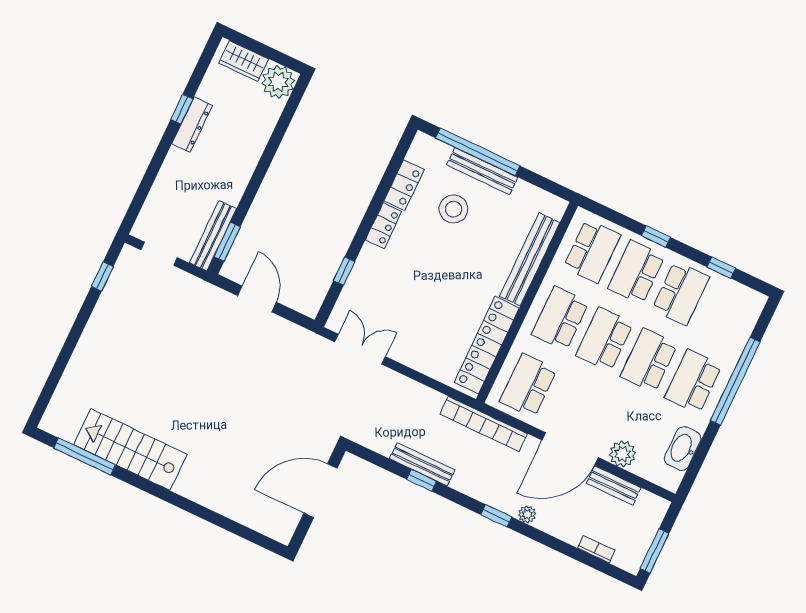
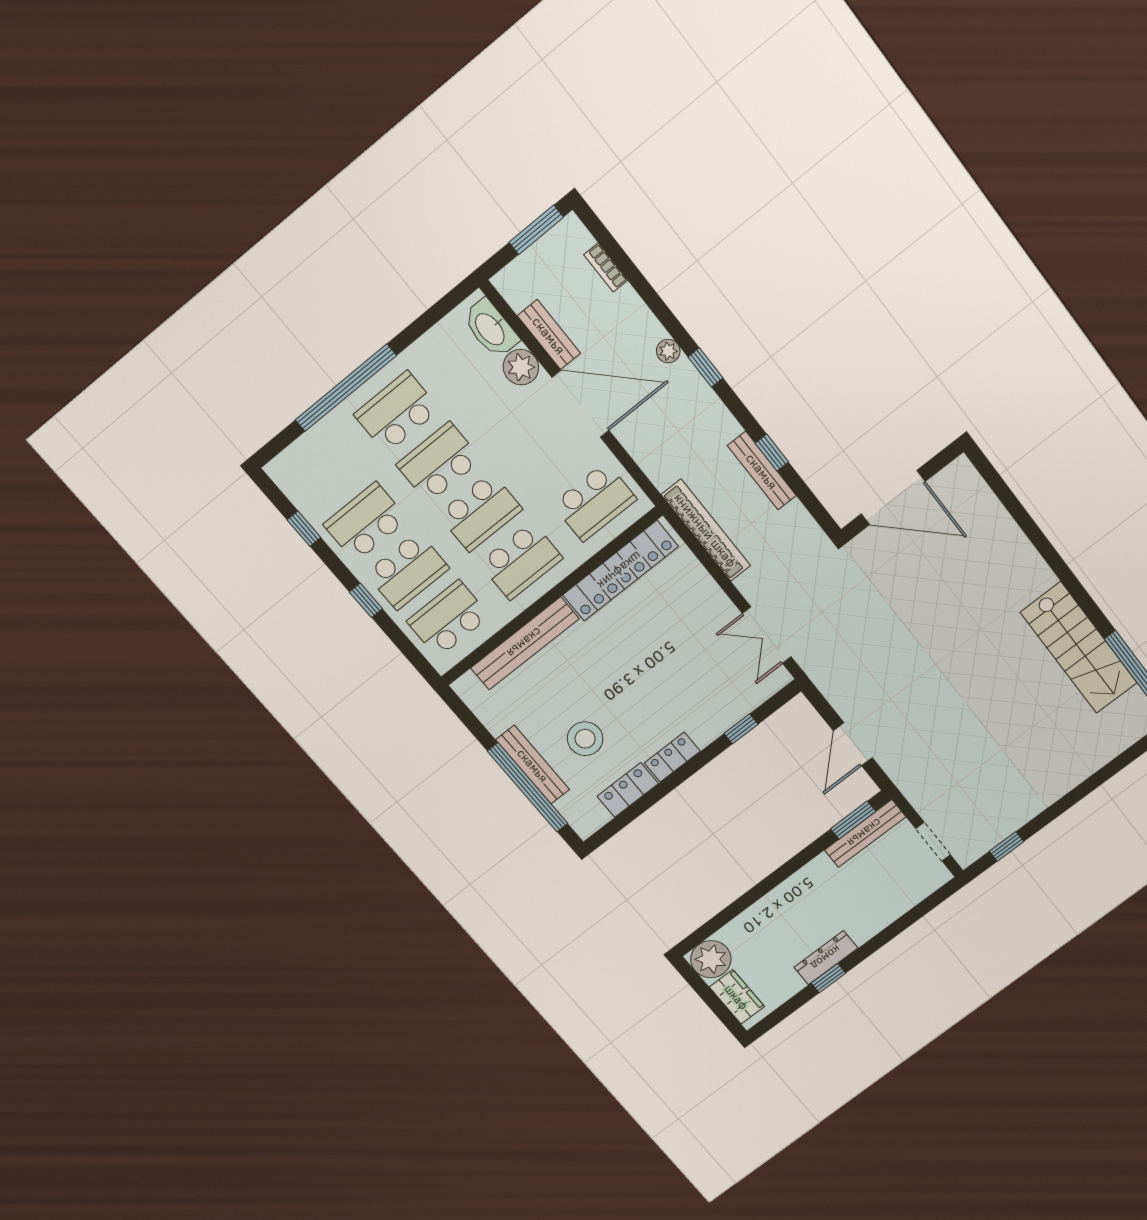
school desk: (649, 360) -> (439, 462), turned 180
school desk: (693, 381) -> (397, 412), turned 180
bookcase: (484, 424) -> (706, 530), moved
washbasin: (683, 449) -> (491, 329), moved, turned 90

